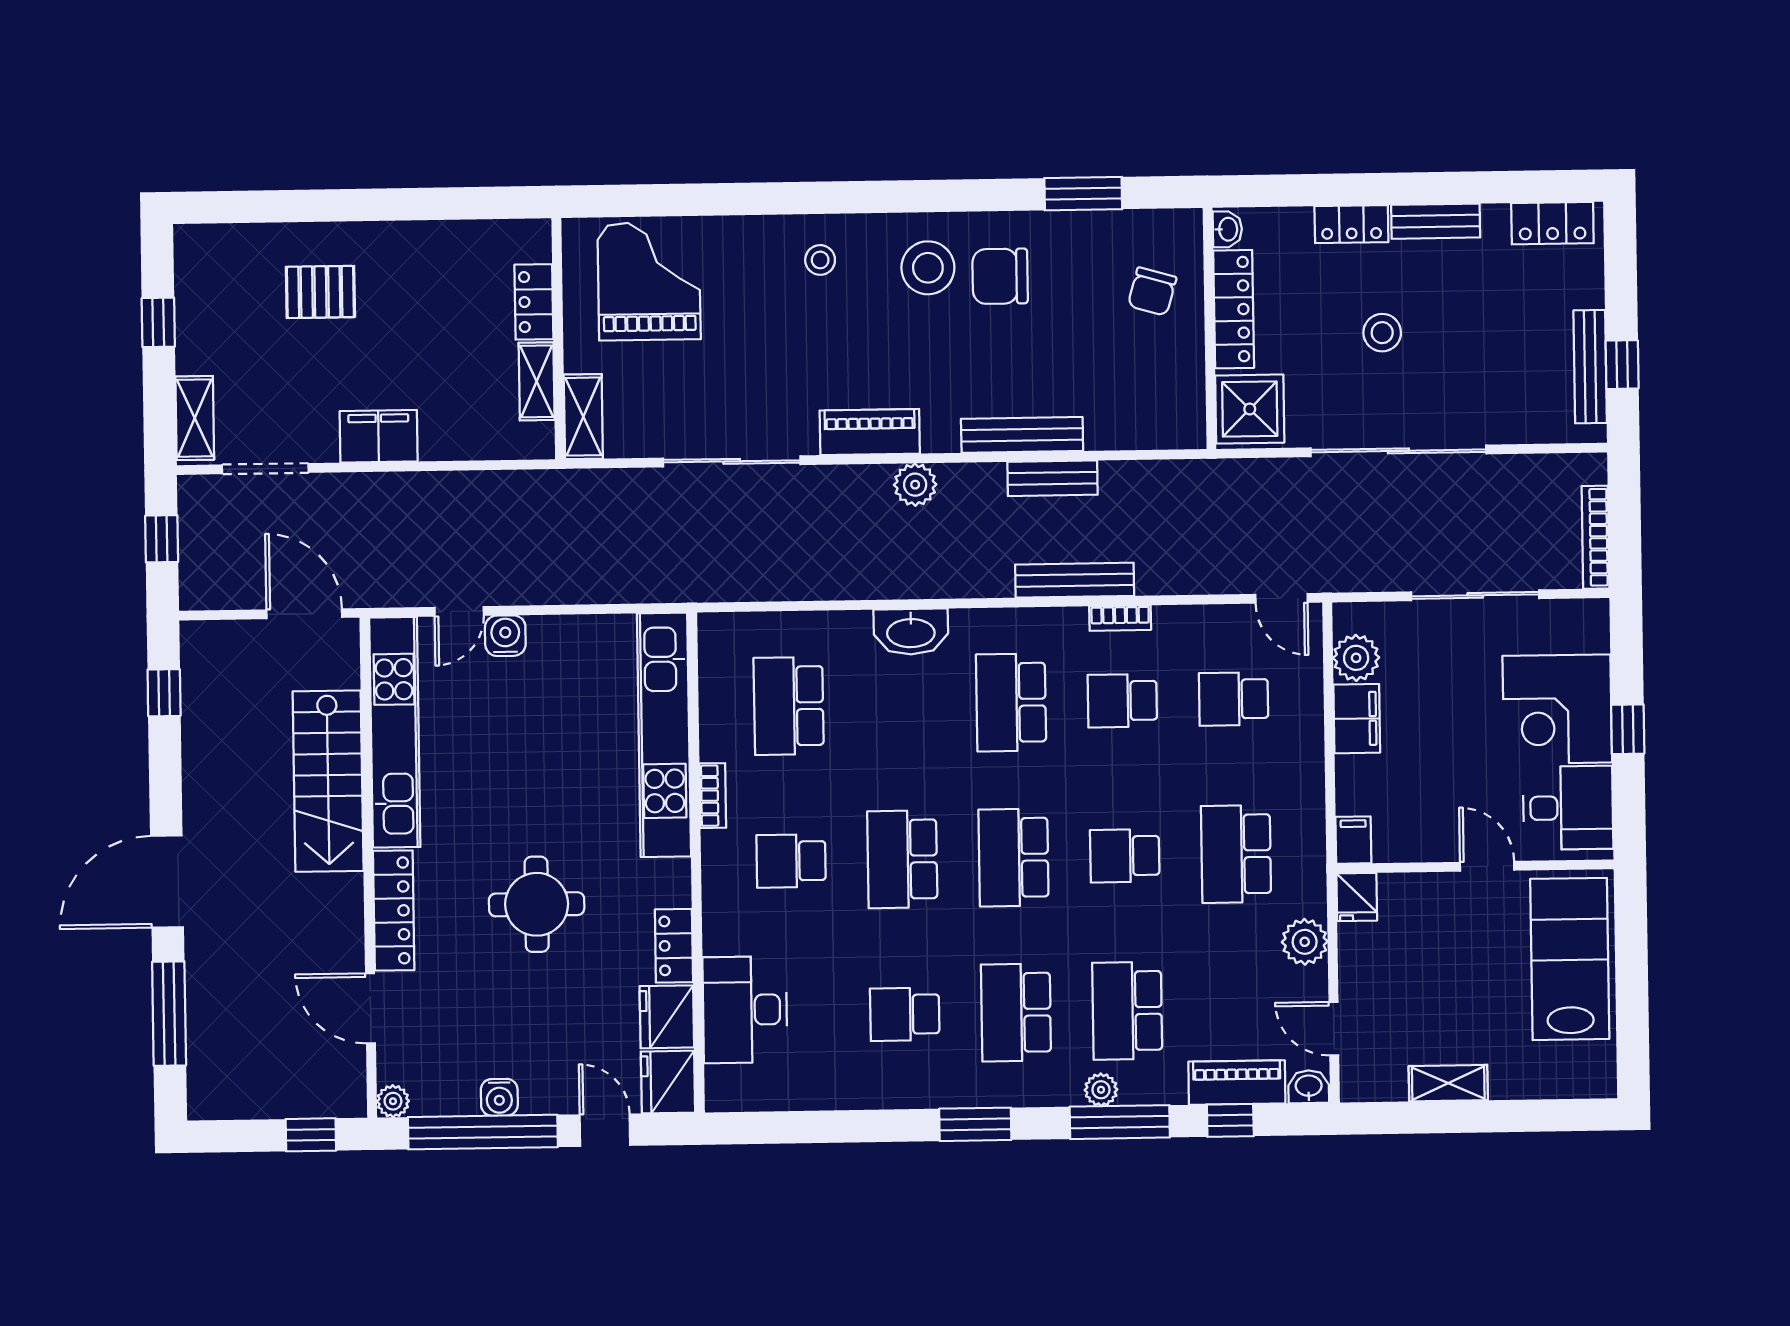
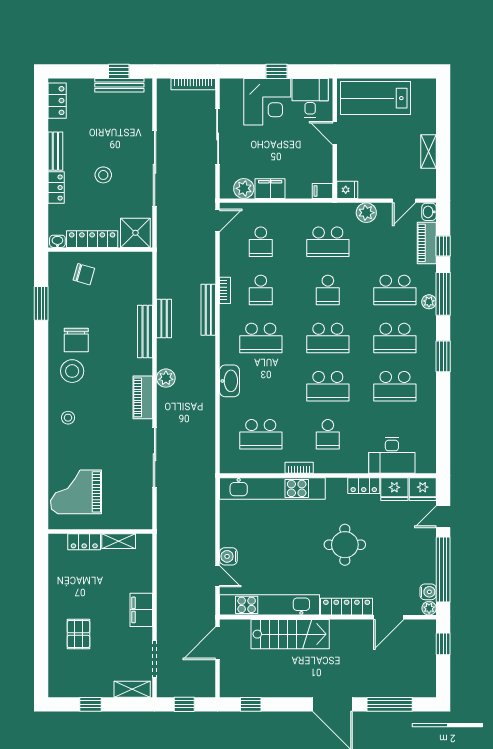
shelving: (583, 417) -> (134, 521), removed
door: (1487, 866) -> (335, 133), hinge flipped
school desk: (905, 1014) -> (395, 386), width x1.85
water cooler: (499, 1097) -> (428, 592), moved

